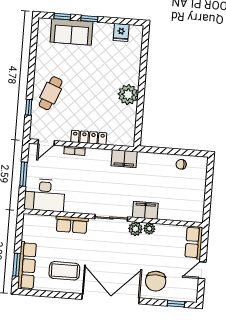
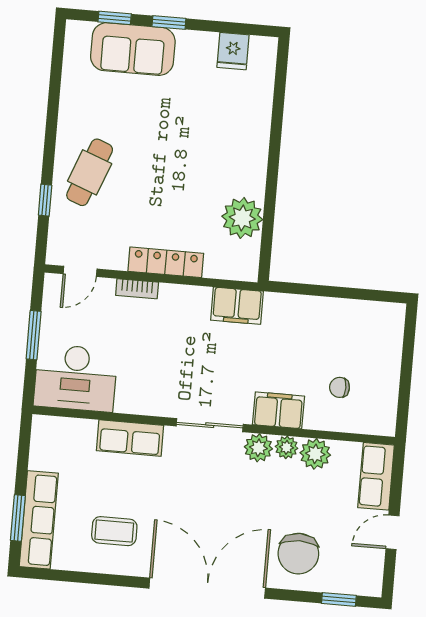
plant: (128, 95) -> (242, 218), moved
chair: (181, 164) -> (340, 387), moved
plant: (164, 232) -> (315, 454), added
coffee table: (64, 271) -> (114, 531), width x0.73, depth x0.77

